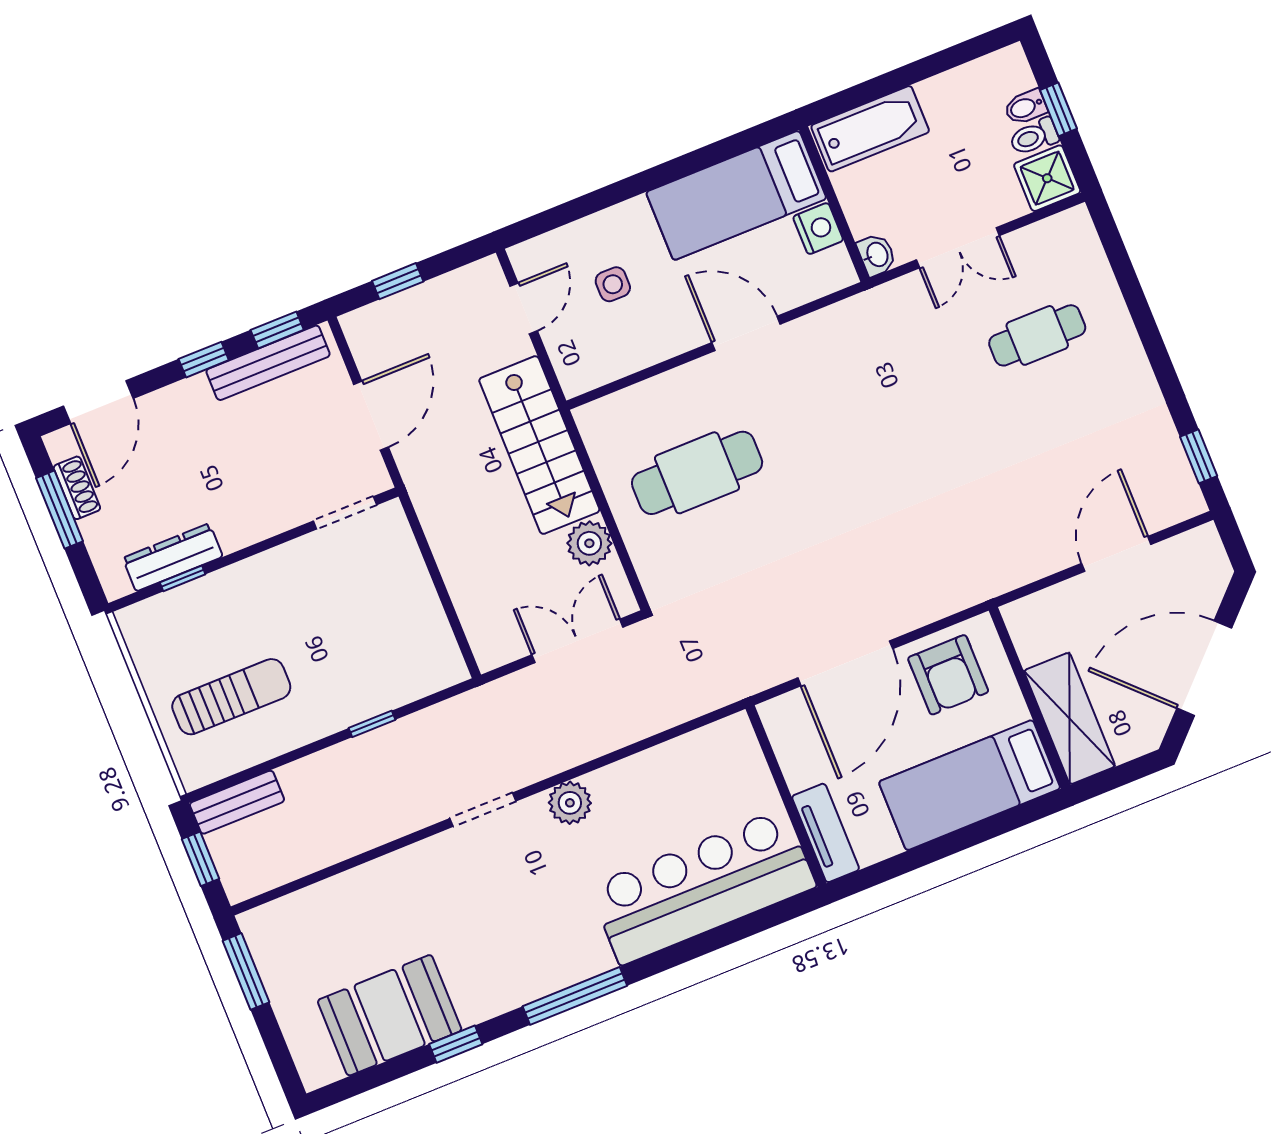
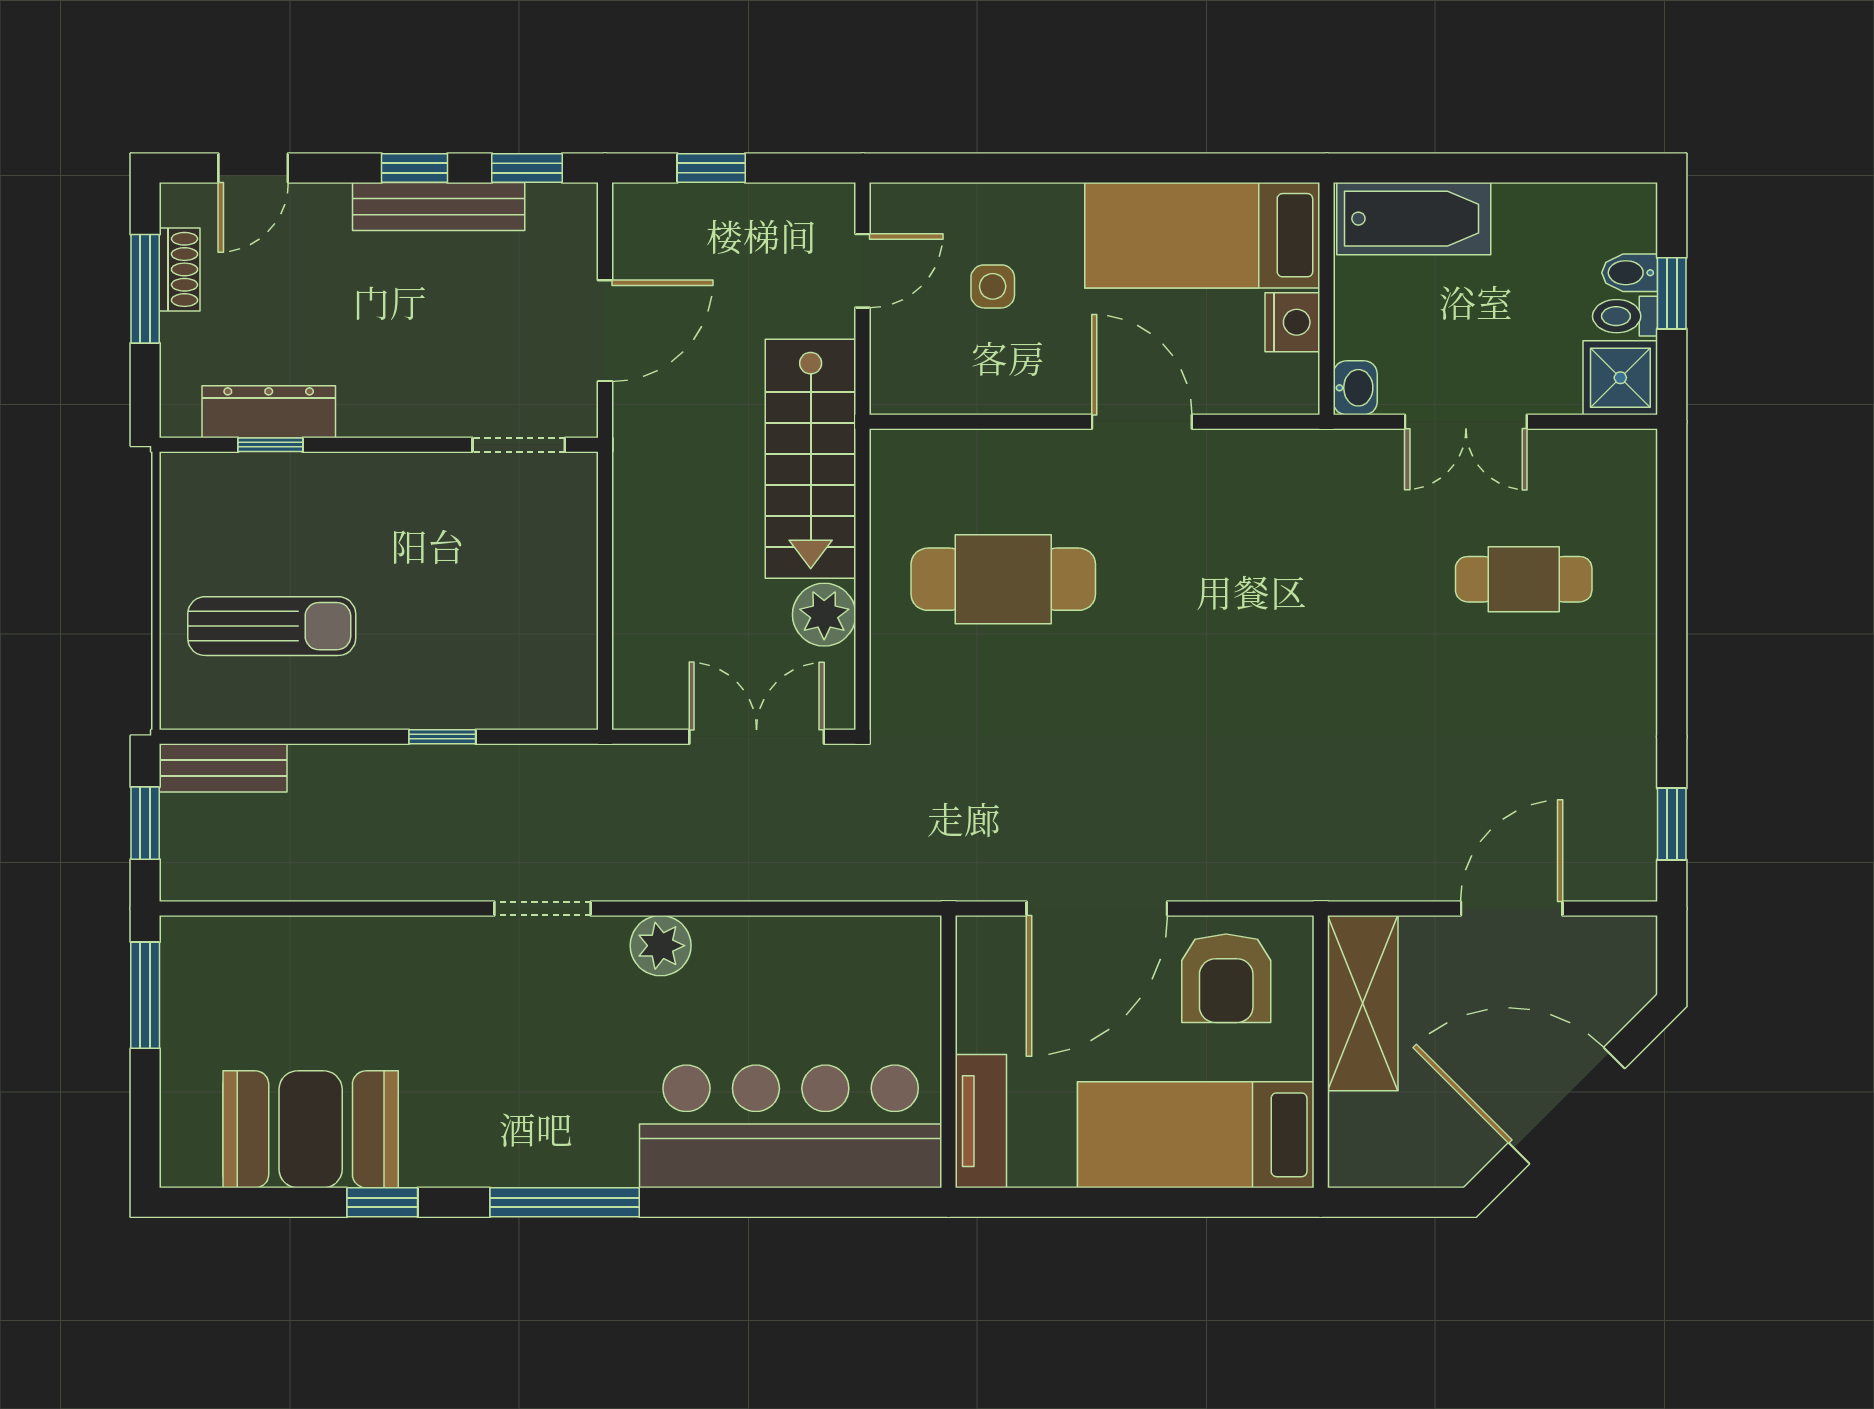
bench: (268, 363) -> (439, 206), moved
door: (98, 402) -> (253, 168), width x0.73
shelving: (1070, 718) -> (1363, 1003), moved

